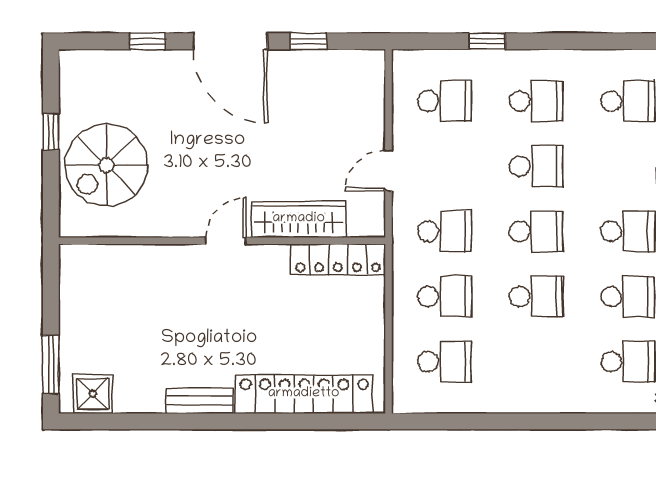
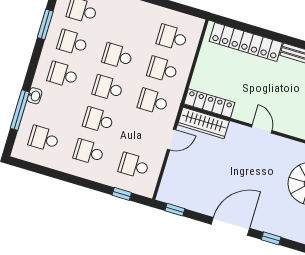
door: (230, 41) -> (230, 226), hinge flipped
window: (309, 41) -> (175, 210), moved
window: (487, 41) -> (122, 194), moved
wardrobe: (299, 219) -> (203, 123), moved
door: (226, 241) -> (262, 129), swing flipped

